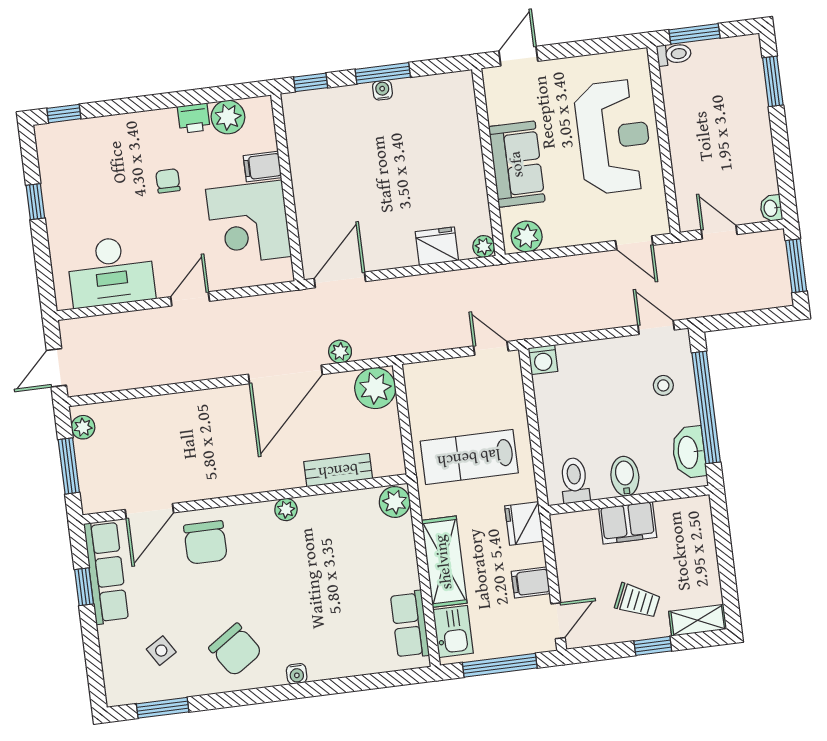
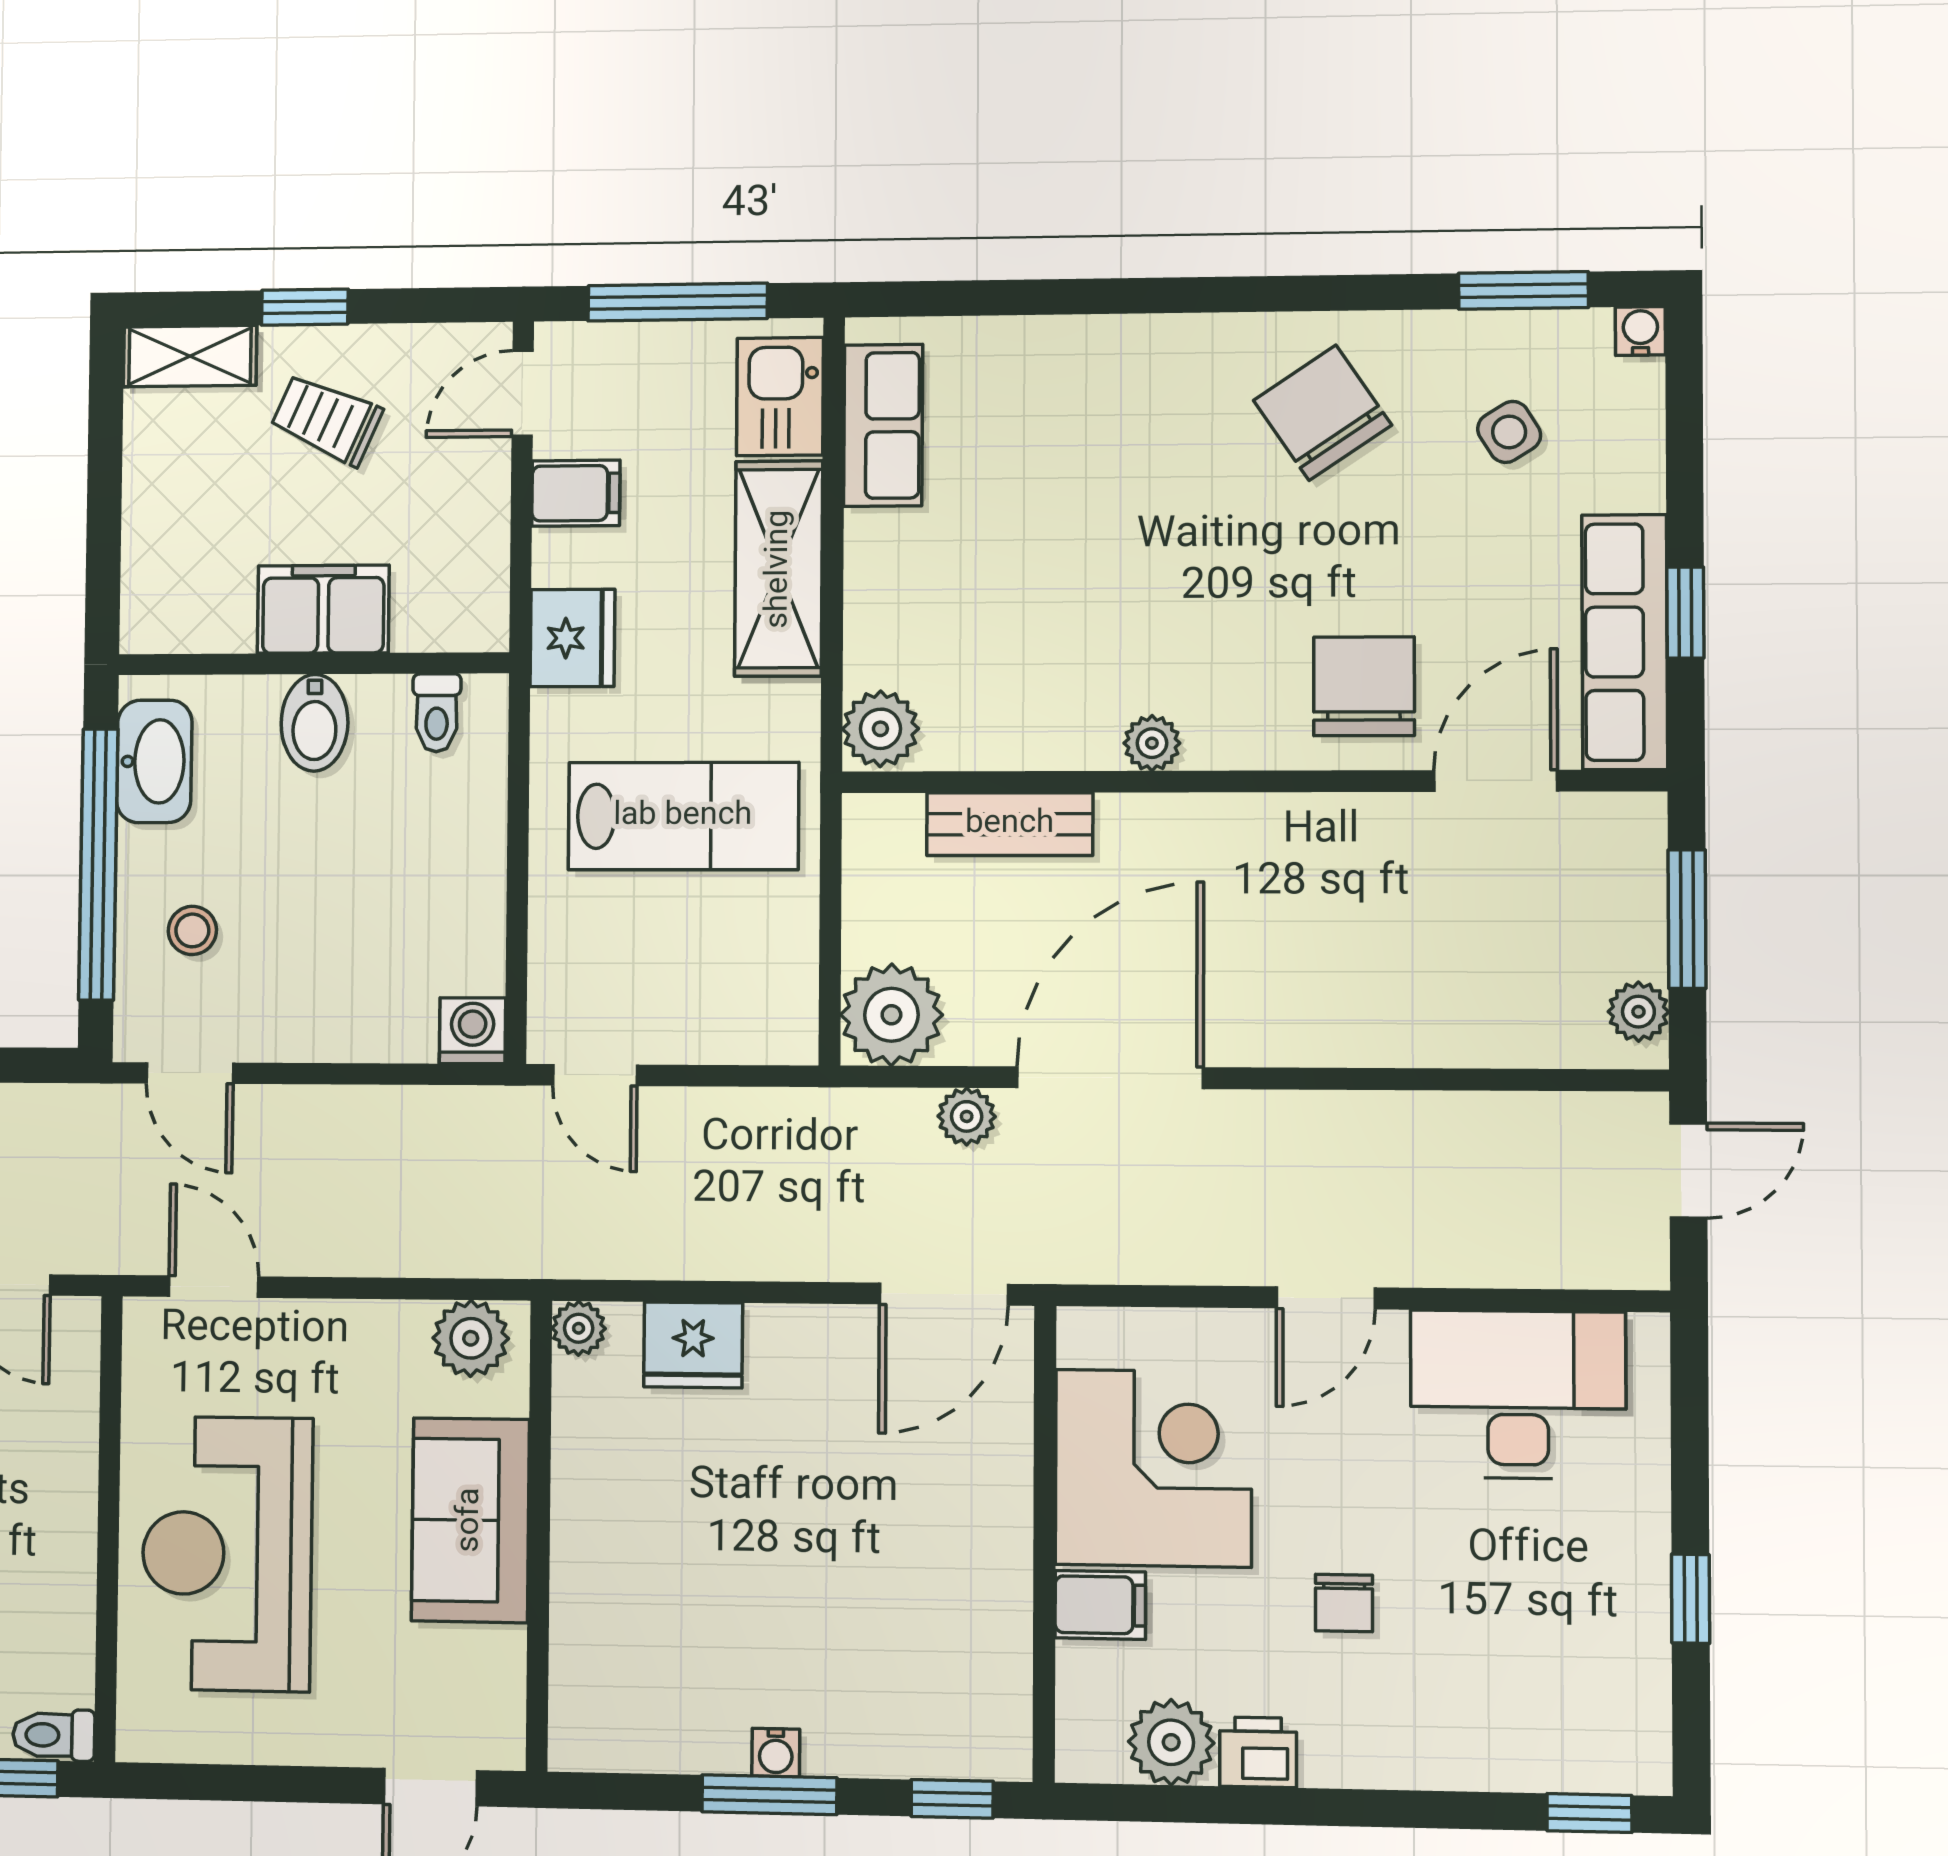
toilet: (575, 480) -> (437, 713), width x0.73, depth x0.72
water cooler: (297, 674) -> (1640, 331), moved

